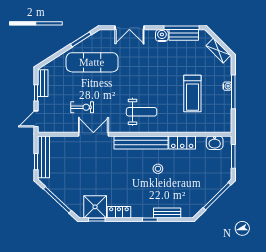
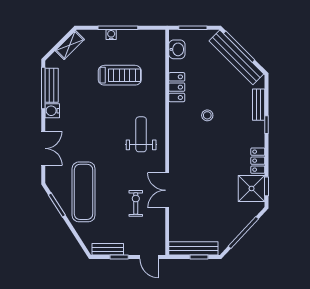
bench: (141, 142) -> (236, 57), moved, turned -45

